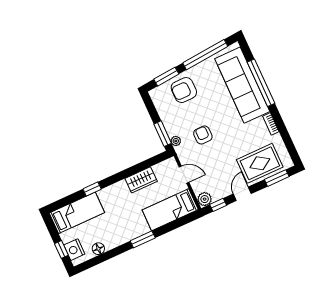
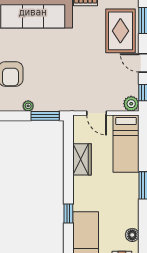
armchair: (203, 135) -> (65, 76), removed
plant: (176, 141) -> (28, 106), moved
door: (184, 175) -> (97, 113), swing flipped

